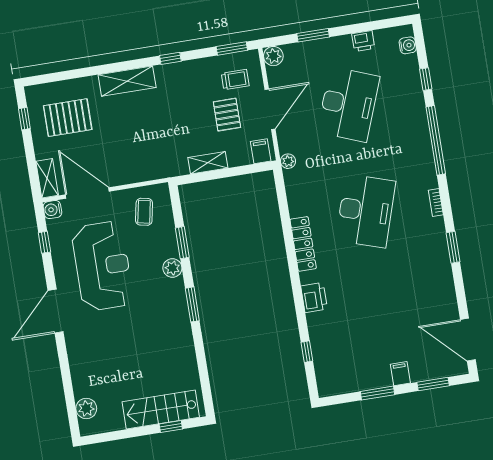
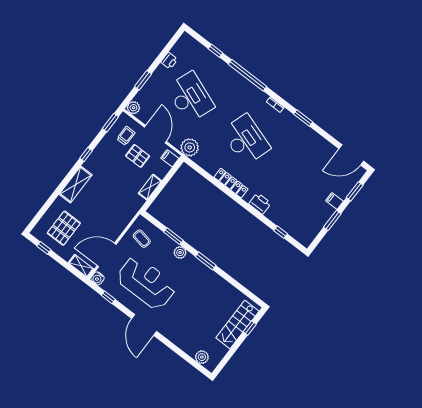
water cooler: (408, 45) -> (192, 43), removed
plant: (288, 161) -> (190, 147), width x1.87, depth x1.87

